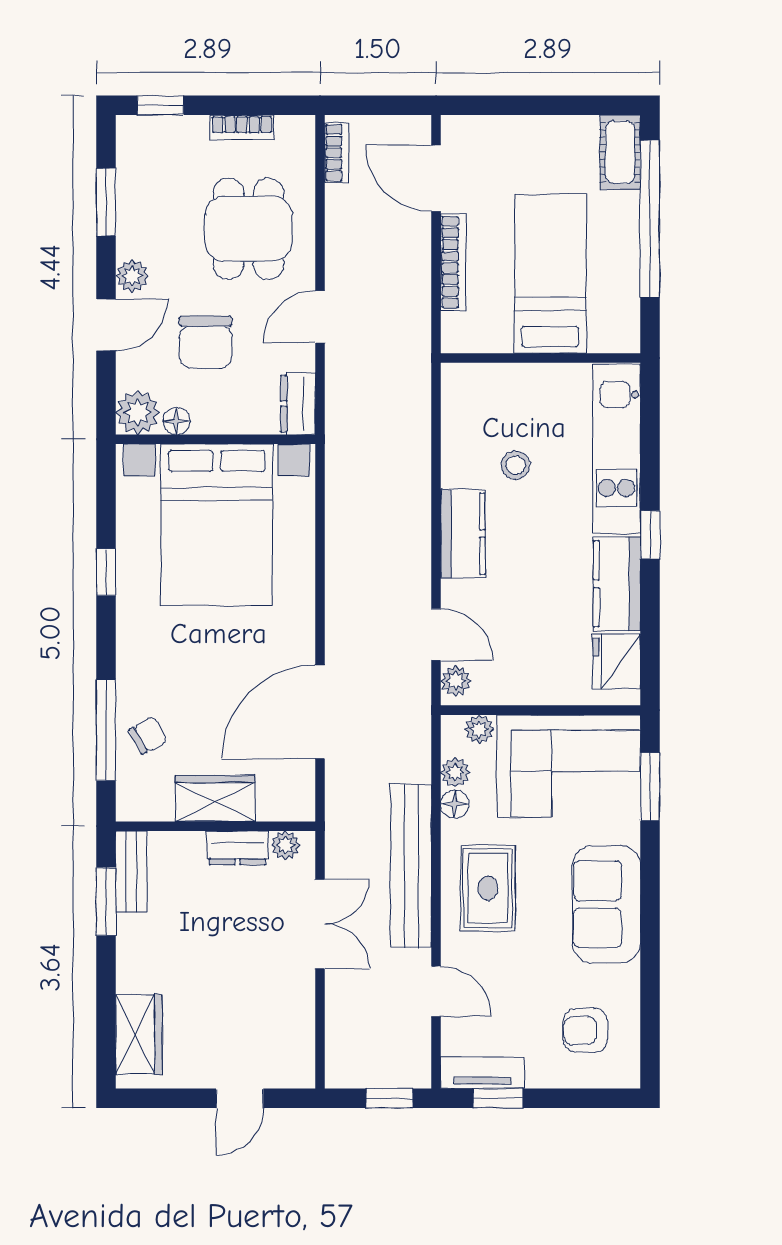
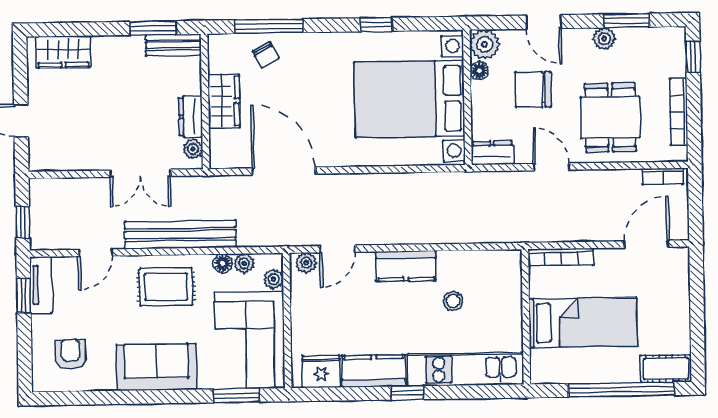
bookcase: (242, 128) -> (679, 112), width x1.56
dining table: (249, 229) -> (610, 118), turned 90
bookcase: (453, 262) -> (561, 257), moved
plant: (132, 276) -> (604, 39), moved

